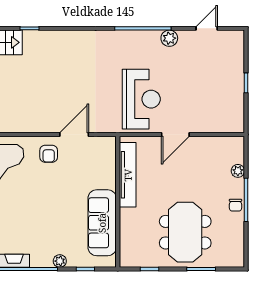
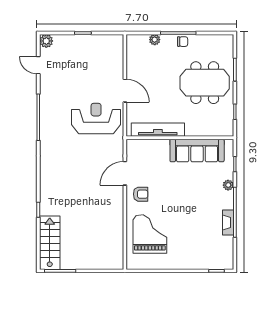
plant: (169, 38) -> (46, 41), moved
door: (74, 134) -> (125, 173), hinge flipped

